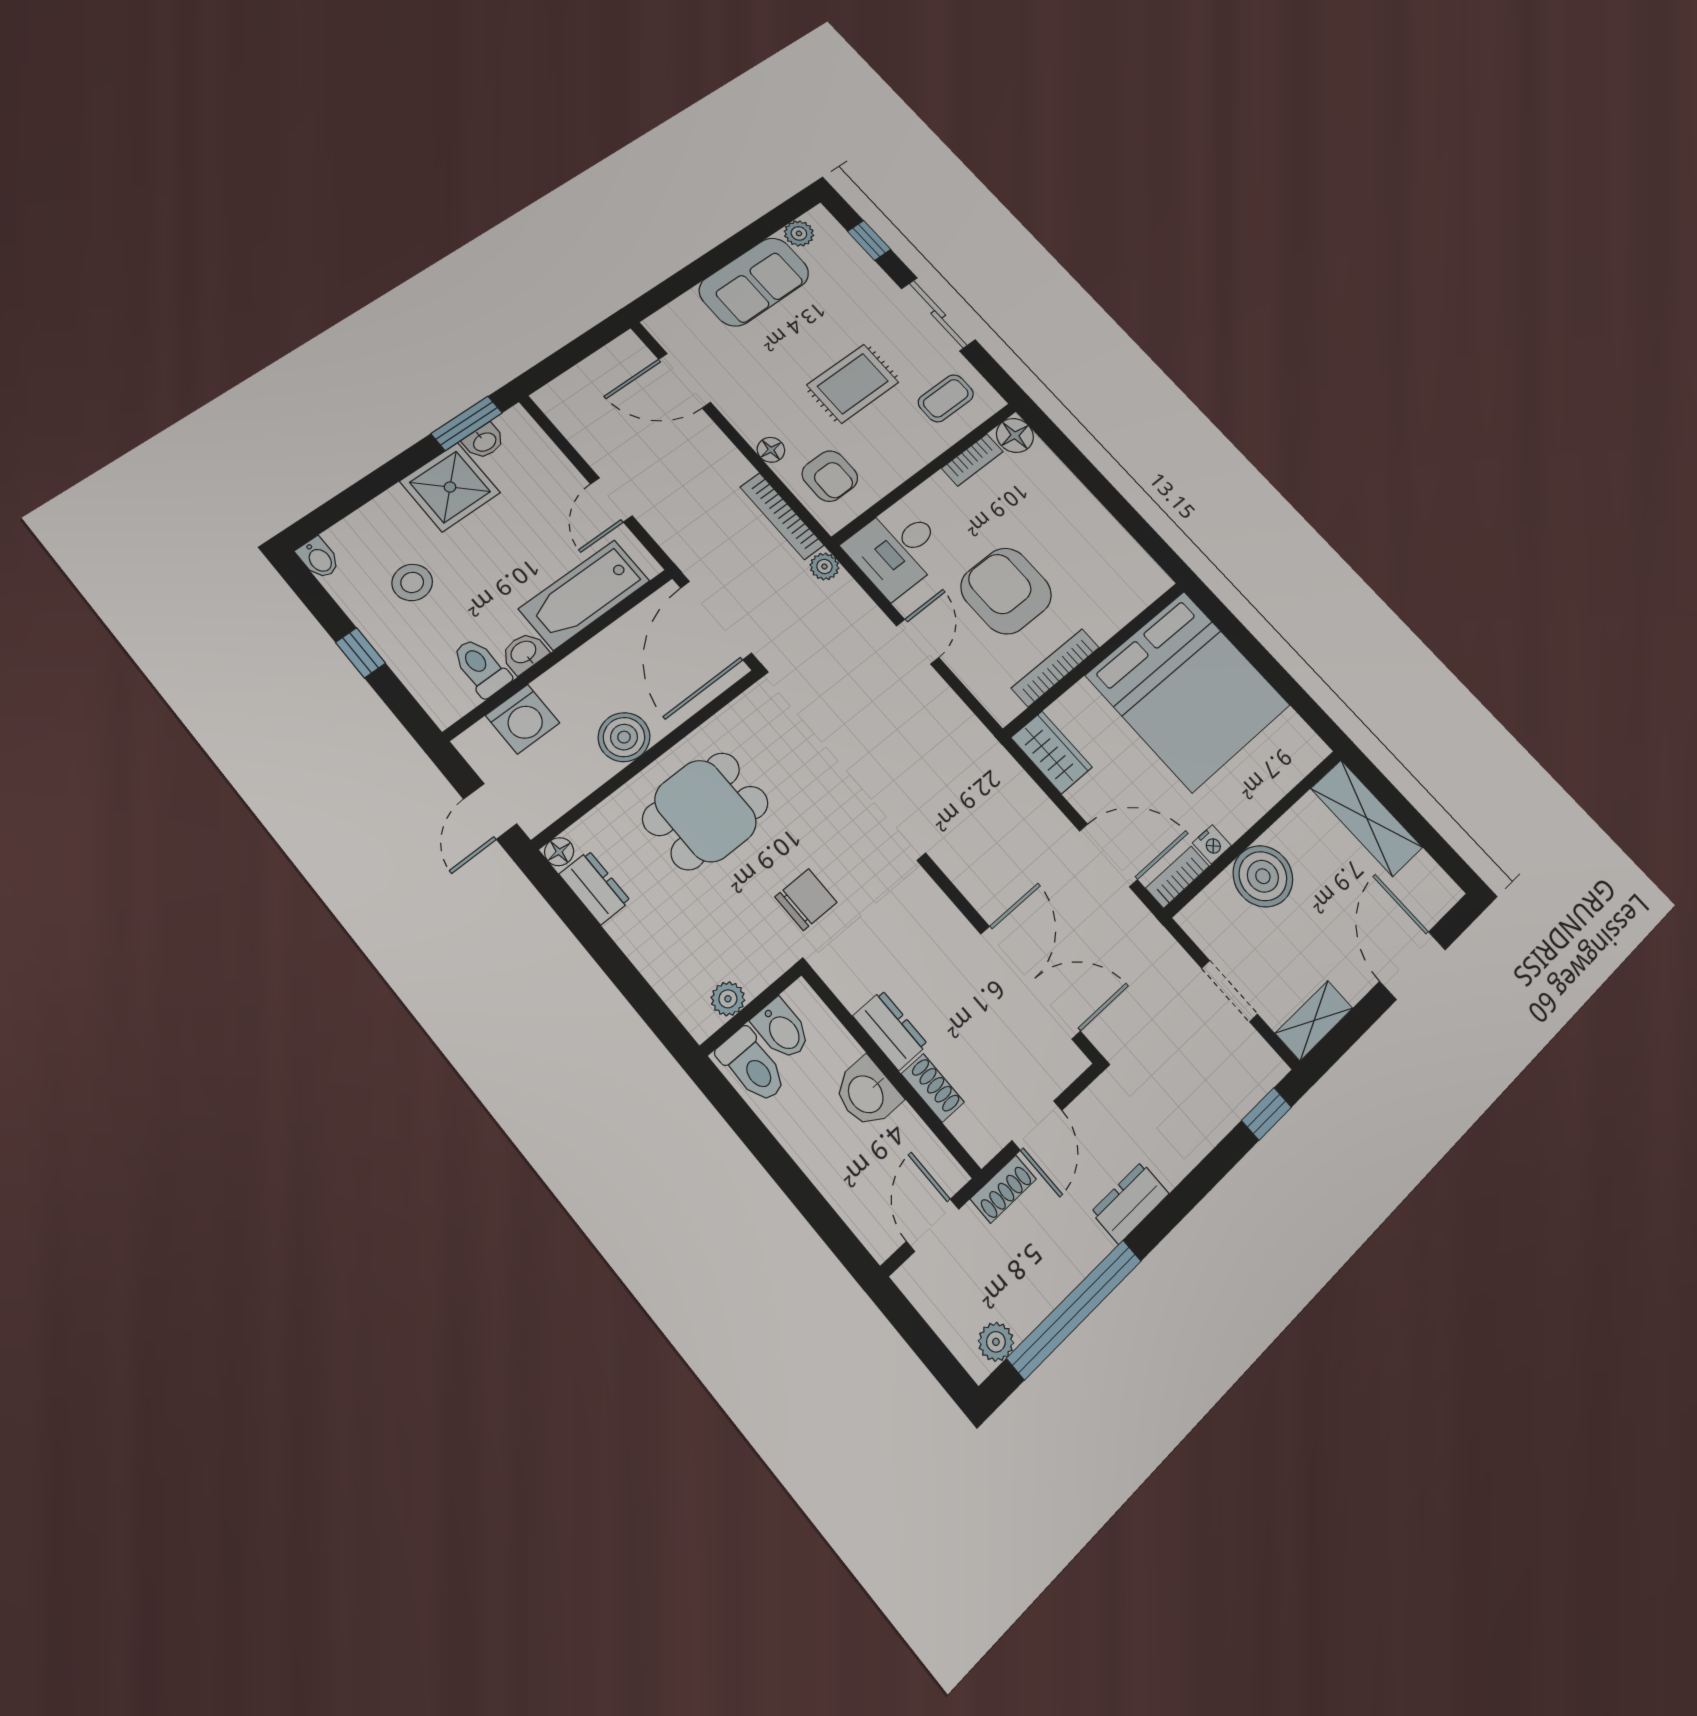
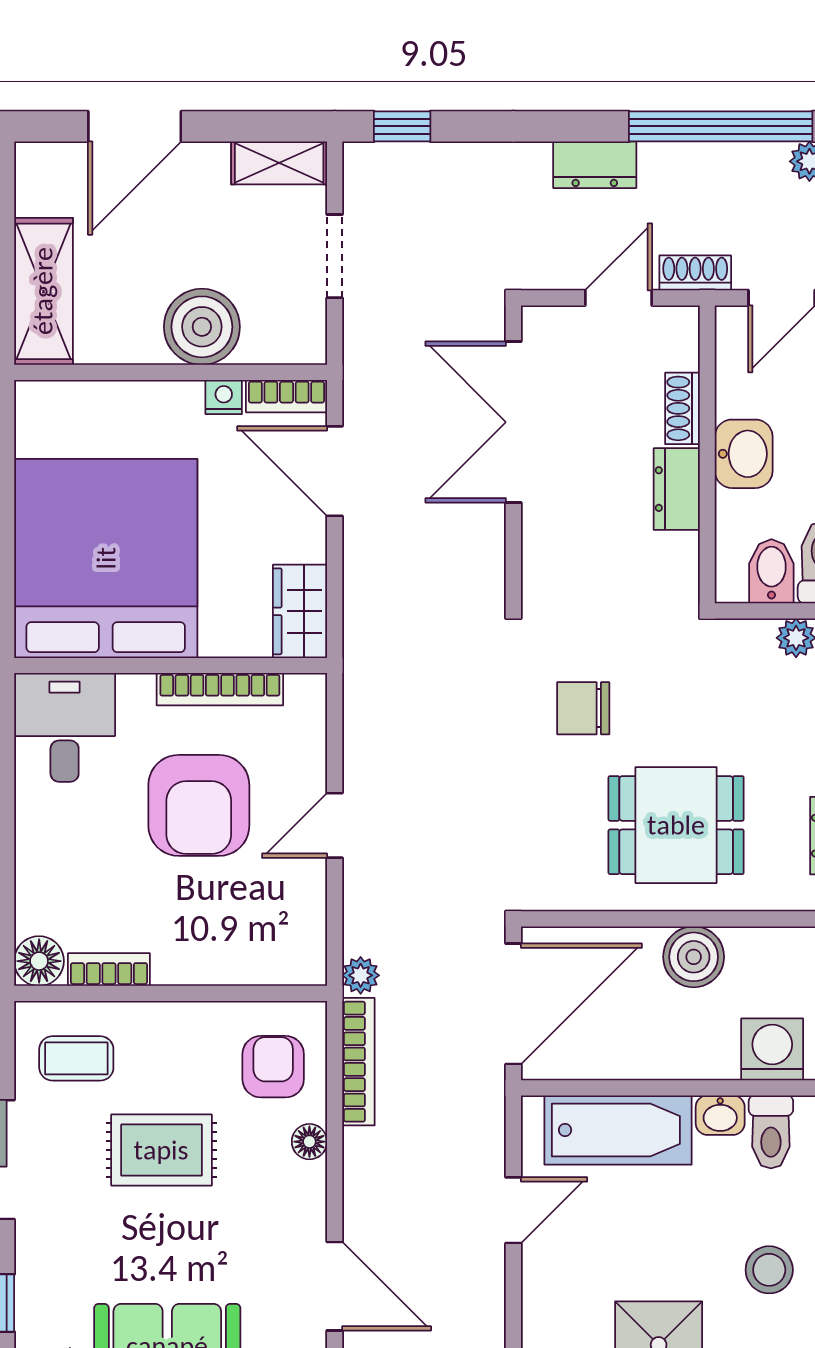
desk: (897, 550) -> (65, 727), moved, turned -90
chair: (806, 900) -> (583, 708), moved

